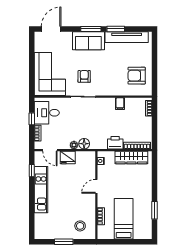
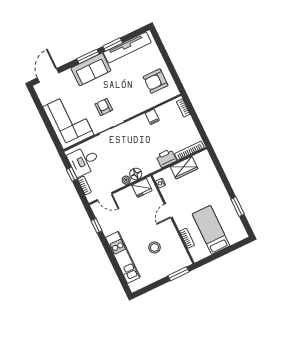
fridge: (68, 157) -> (142, 188), moved
wardrobe: (131, 157) -> (184, 168), width x0.67
kitchen unit: (41, 190) -> (123, 257), moved
stool: (80, 226) -> (155, 247), moved
window: (64, 242) -> (178, 274), moved

